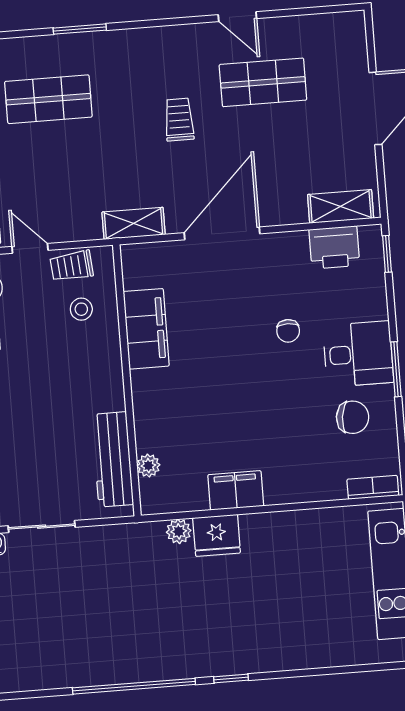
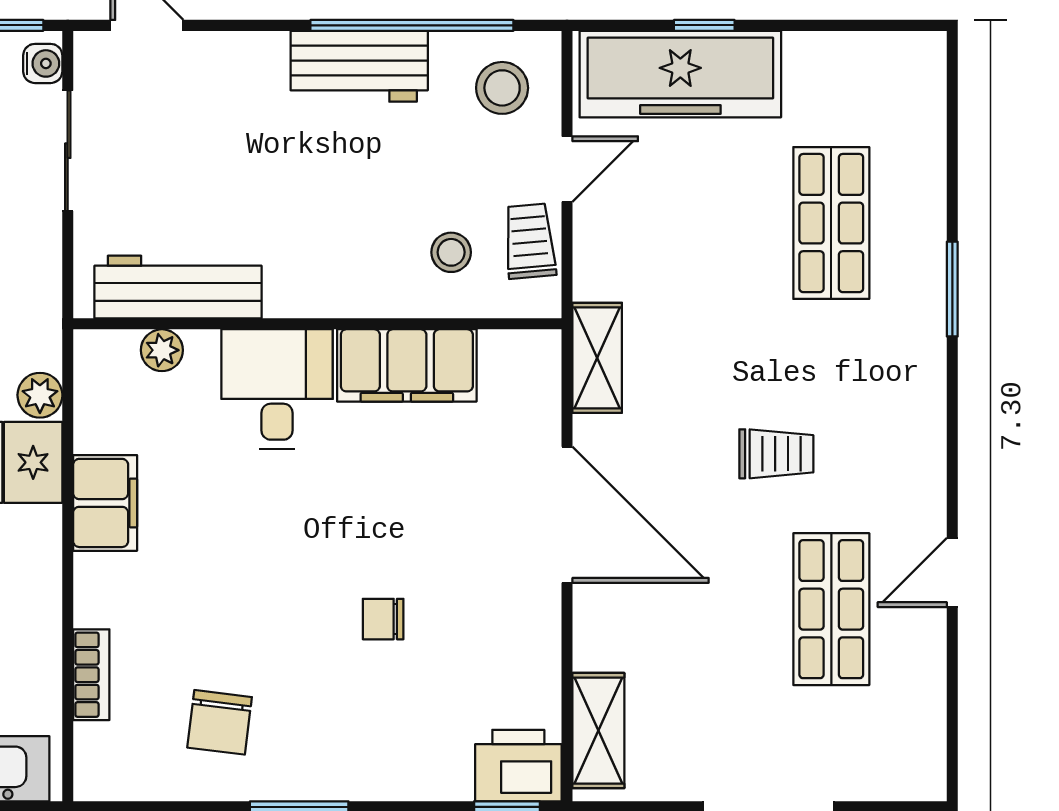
printer: (334, 247) -> (518, 766), moved, turned 90
desk: (358, 354) -> (277, 389), moved, turned 180
bookcase: (373, 487) -> (91, 675), moved

